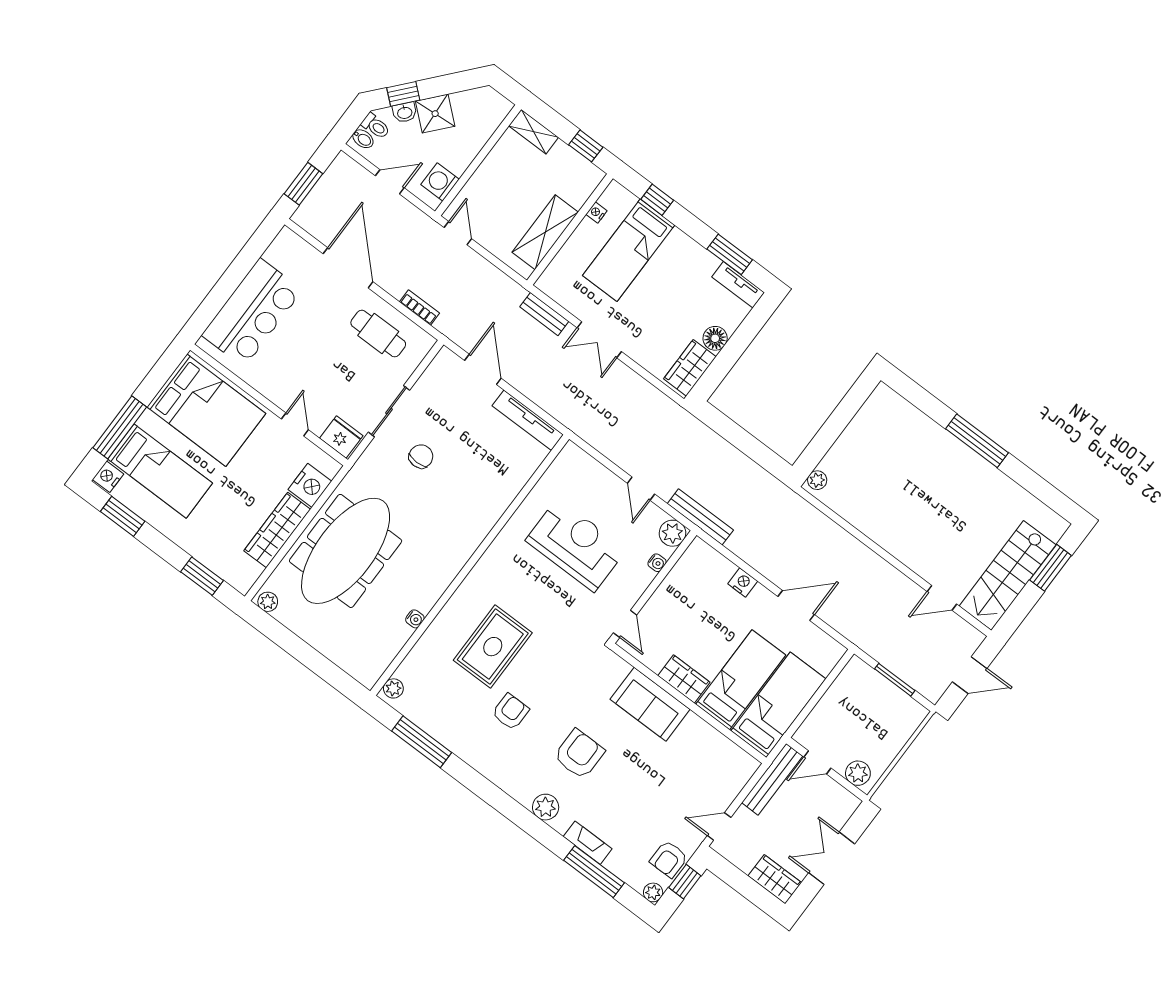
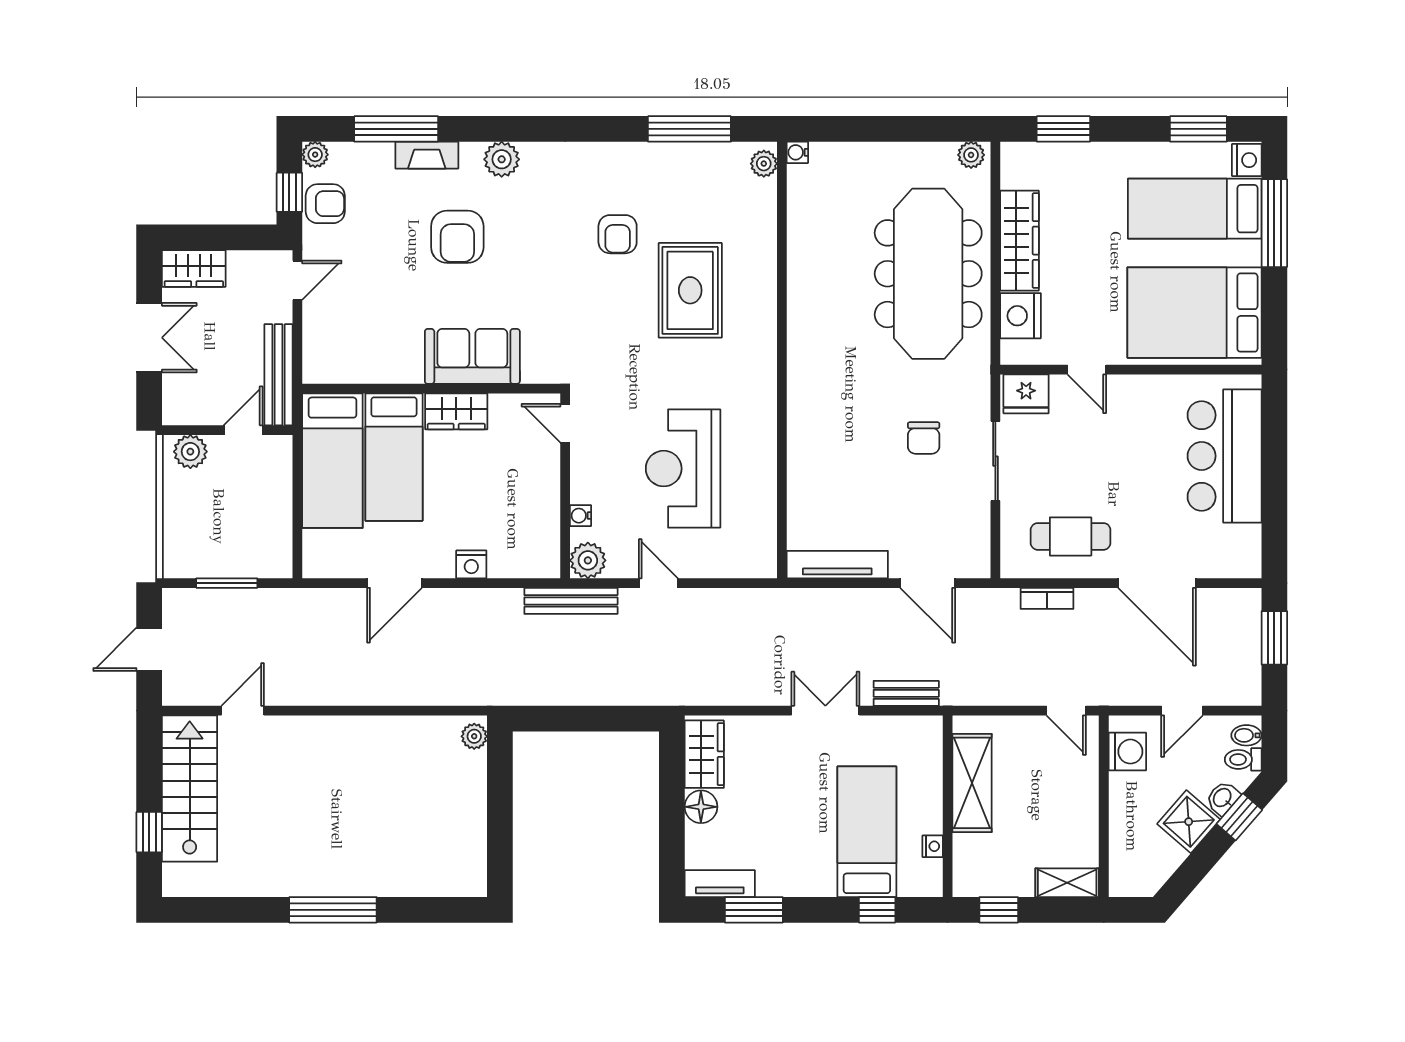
reception desk: (576, 545) -> (683, 469), turned 90
window: (1051, 568) -> (149, 832), width x0.67
water cooler: (415, 619) -> (797, 152), moved
armchair: (579, 754) -> (457, 237), moved
armchair: (669, 859) -> (325, 204), turned 90

